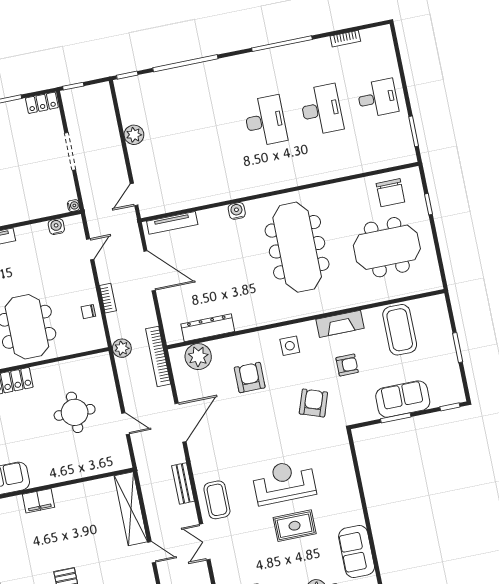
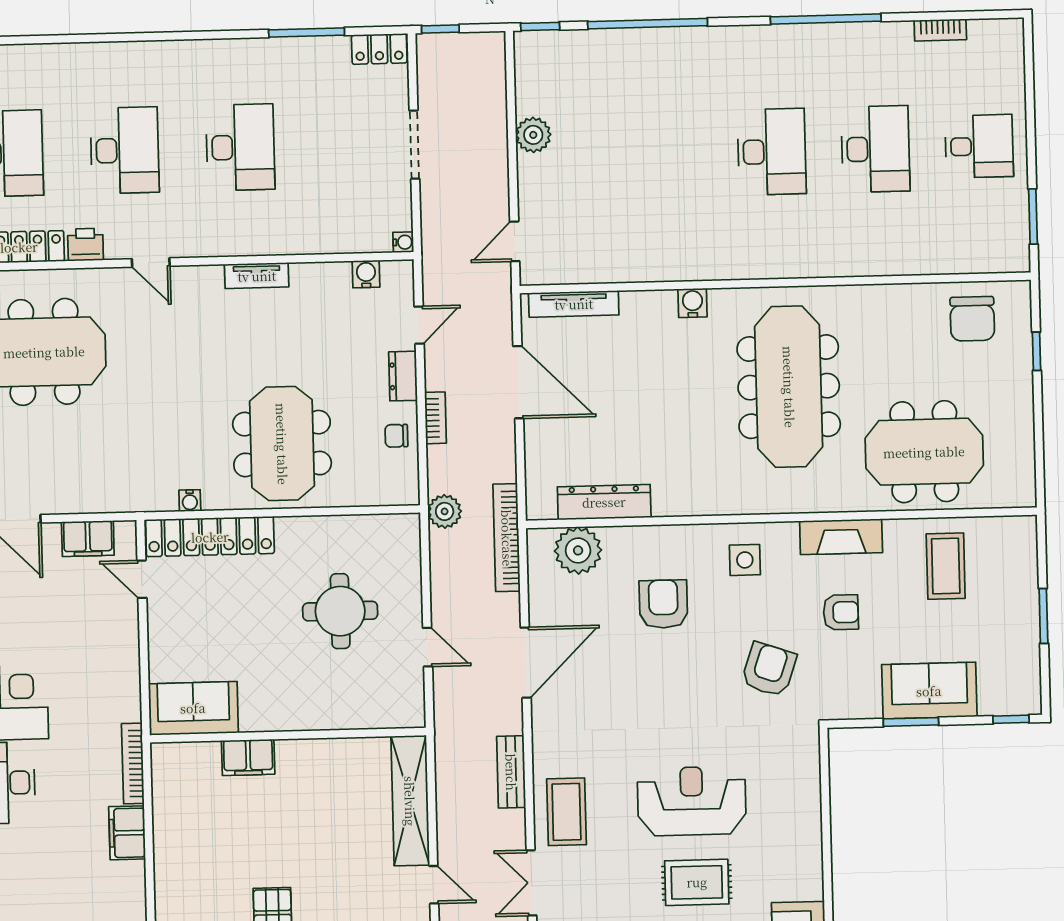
meeting table: (387, 247) -> (924, 452), moved
dresser: (86, 278) -> (403, 376), added
coffee table: (400, 330) -> (946, 566), width x0.73, depth x0.76

